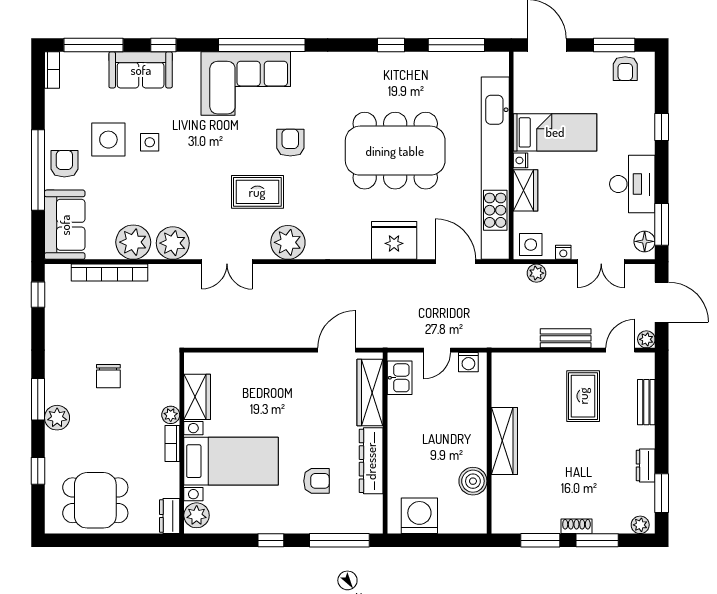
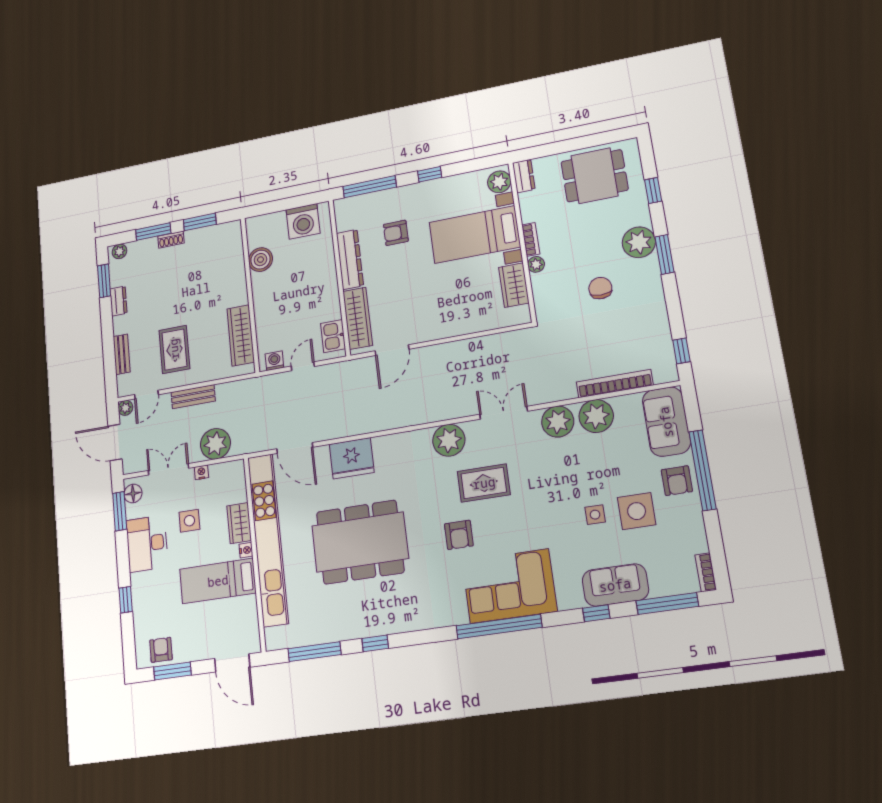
side table: (531, 245) -> (189, 521), moved
plant: (536, 273) -> (215, 444), width x1.87, depth x1.87
plant: (57, 418) -> (639, 242), width x1.36, depth x1.36
wardrobe: (504, 441) -> (241, 335), moved

